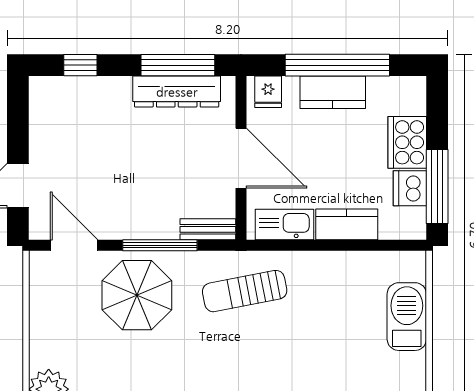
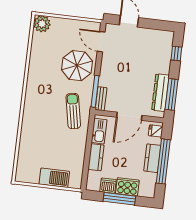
window: (437, 187) -> (119, 199), moved
door: (74, 245) -> (101, 42), swing flipped
window: (160, 245) -> (95, 91), moved

